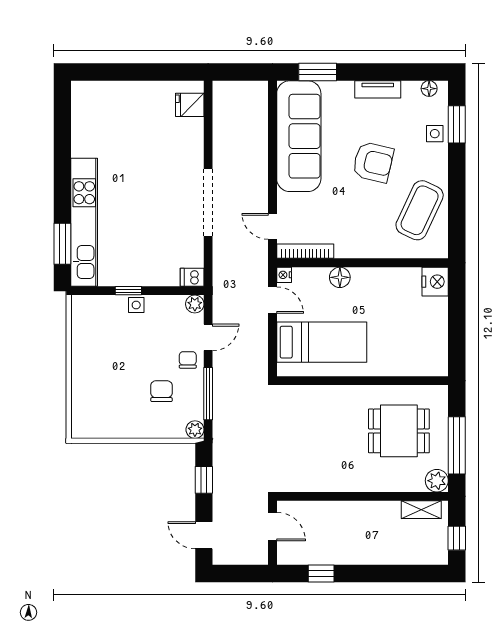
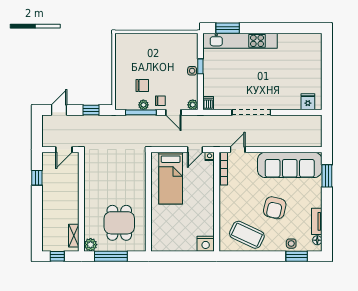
tv unit: (378, 89) -> (317, 221), moved
floor lamp: (340, 277) -> (208, 189), removed
plant: (195, 430) -> (143, 105), moved

